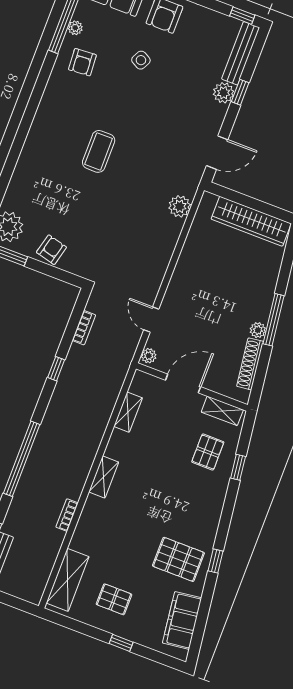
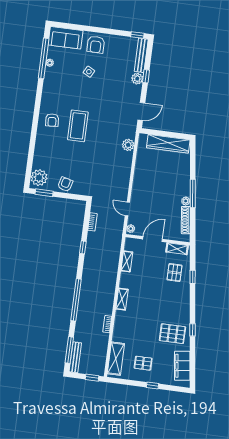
armchair: (82, 62) -> (52, 120), moved
coffee table: (99, 151) -> (78, 126), width x1.36, depth x1.32
window: (17, 603) -> (92, 378), added

